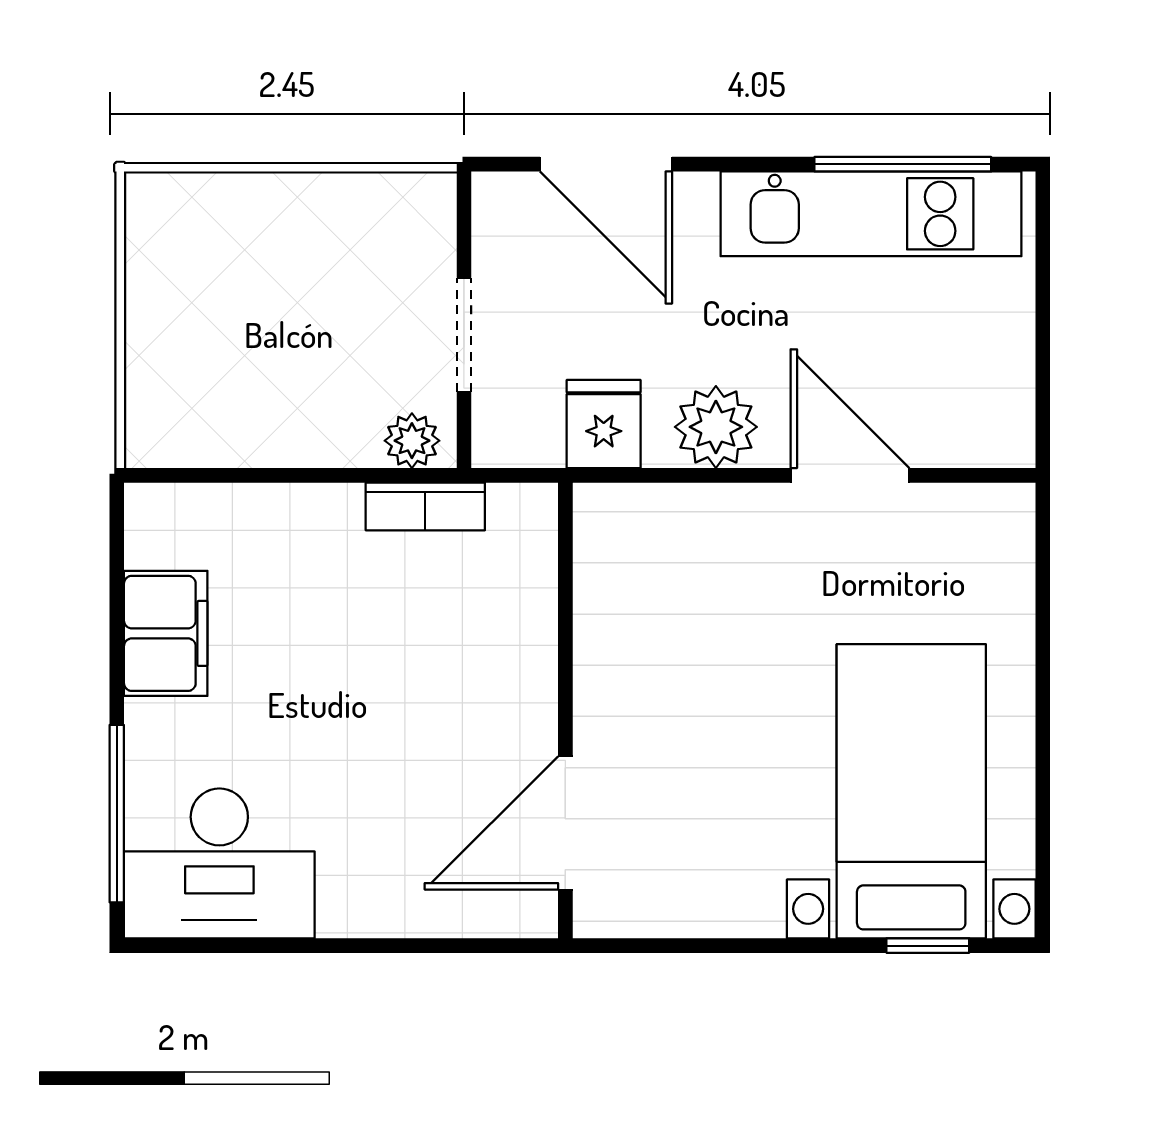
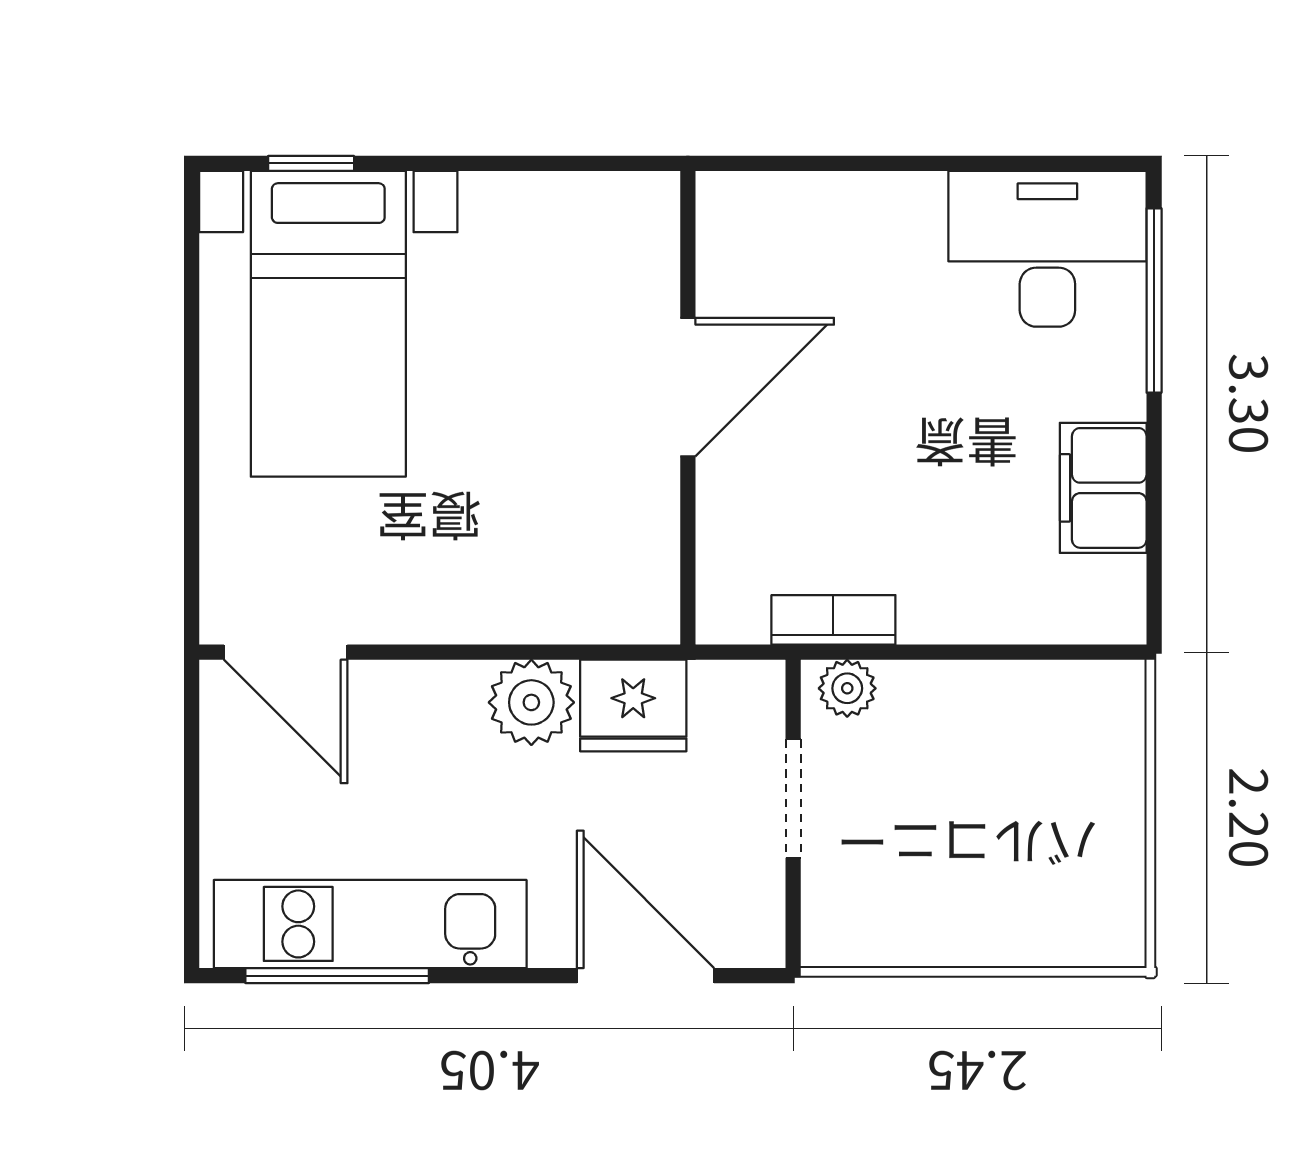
fridge: (604, 424) -> (633, 706), width x1.38
door: (850, 475) -> (286, 652), moved
door: (565, 823) -> (688, 387), moved

